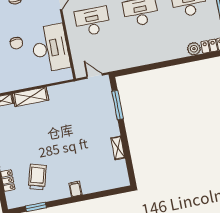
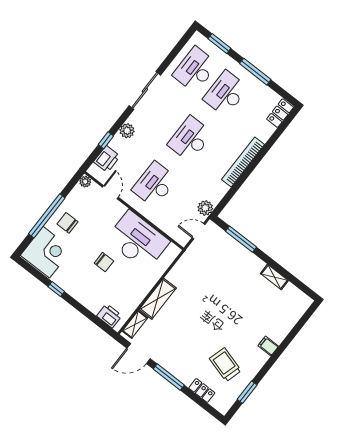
plant: (194, 49) -> (205, 208), moved
bookcase: (162, 56) -> (243, 162), added

